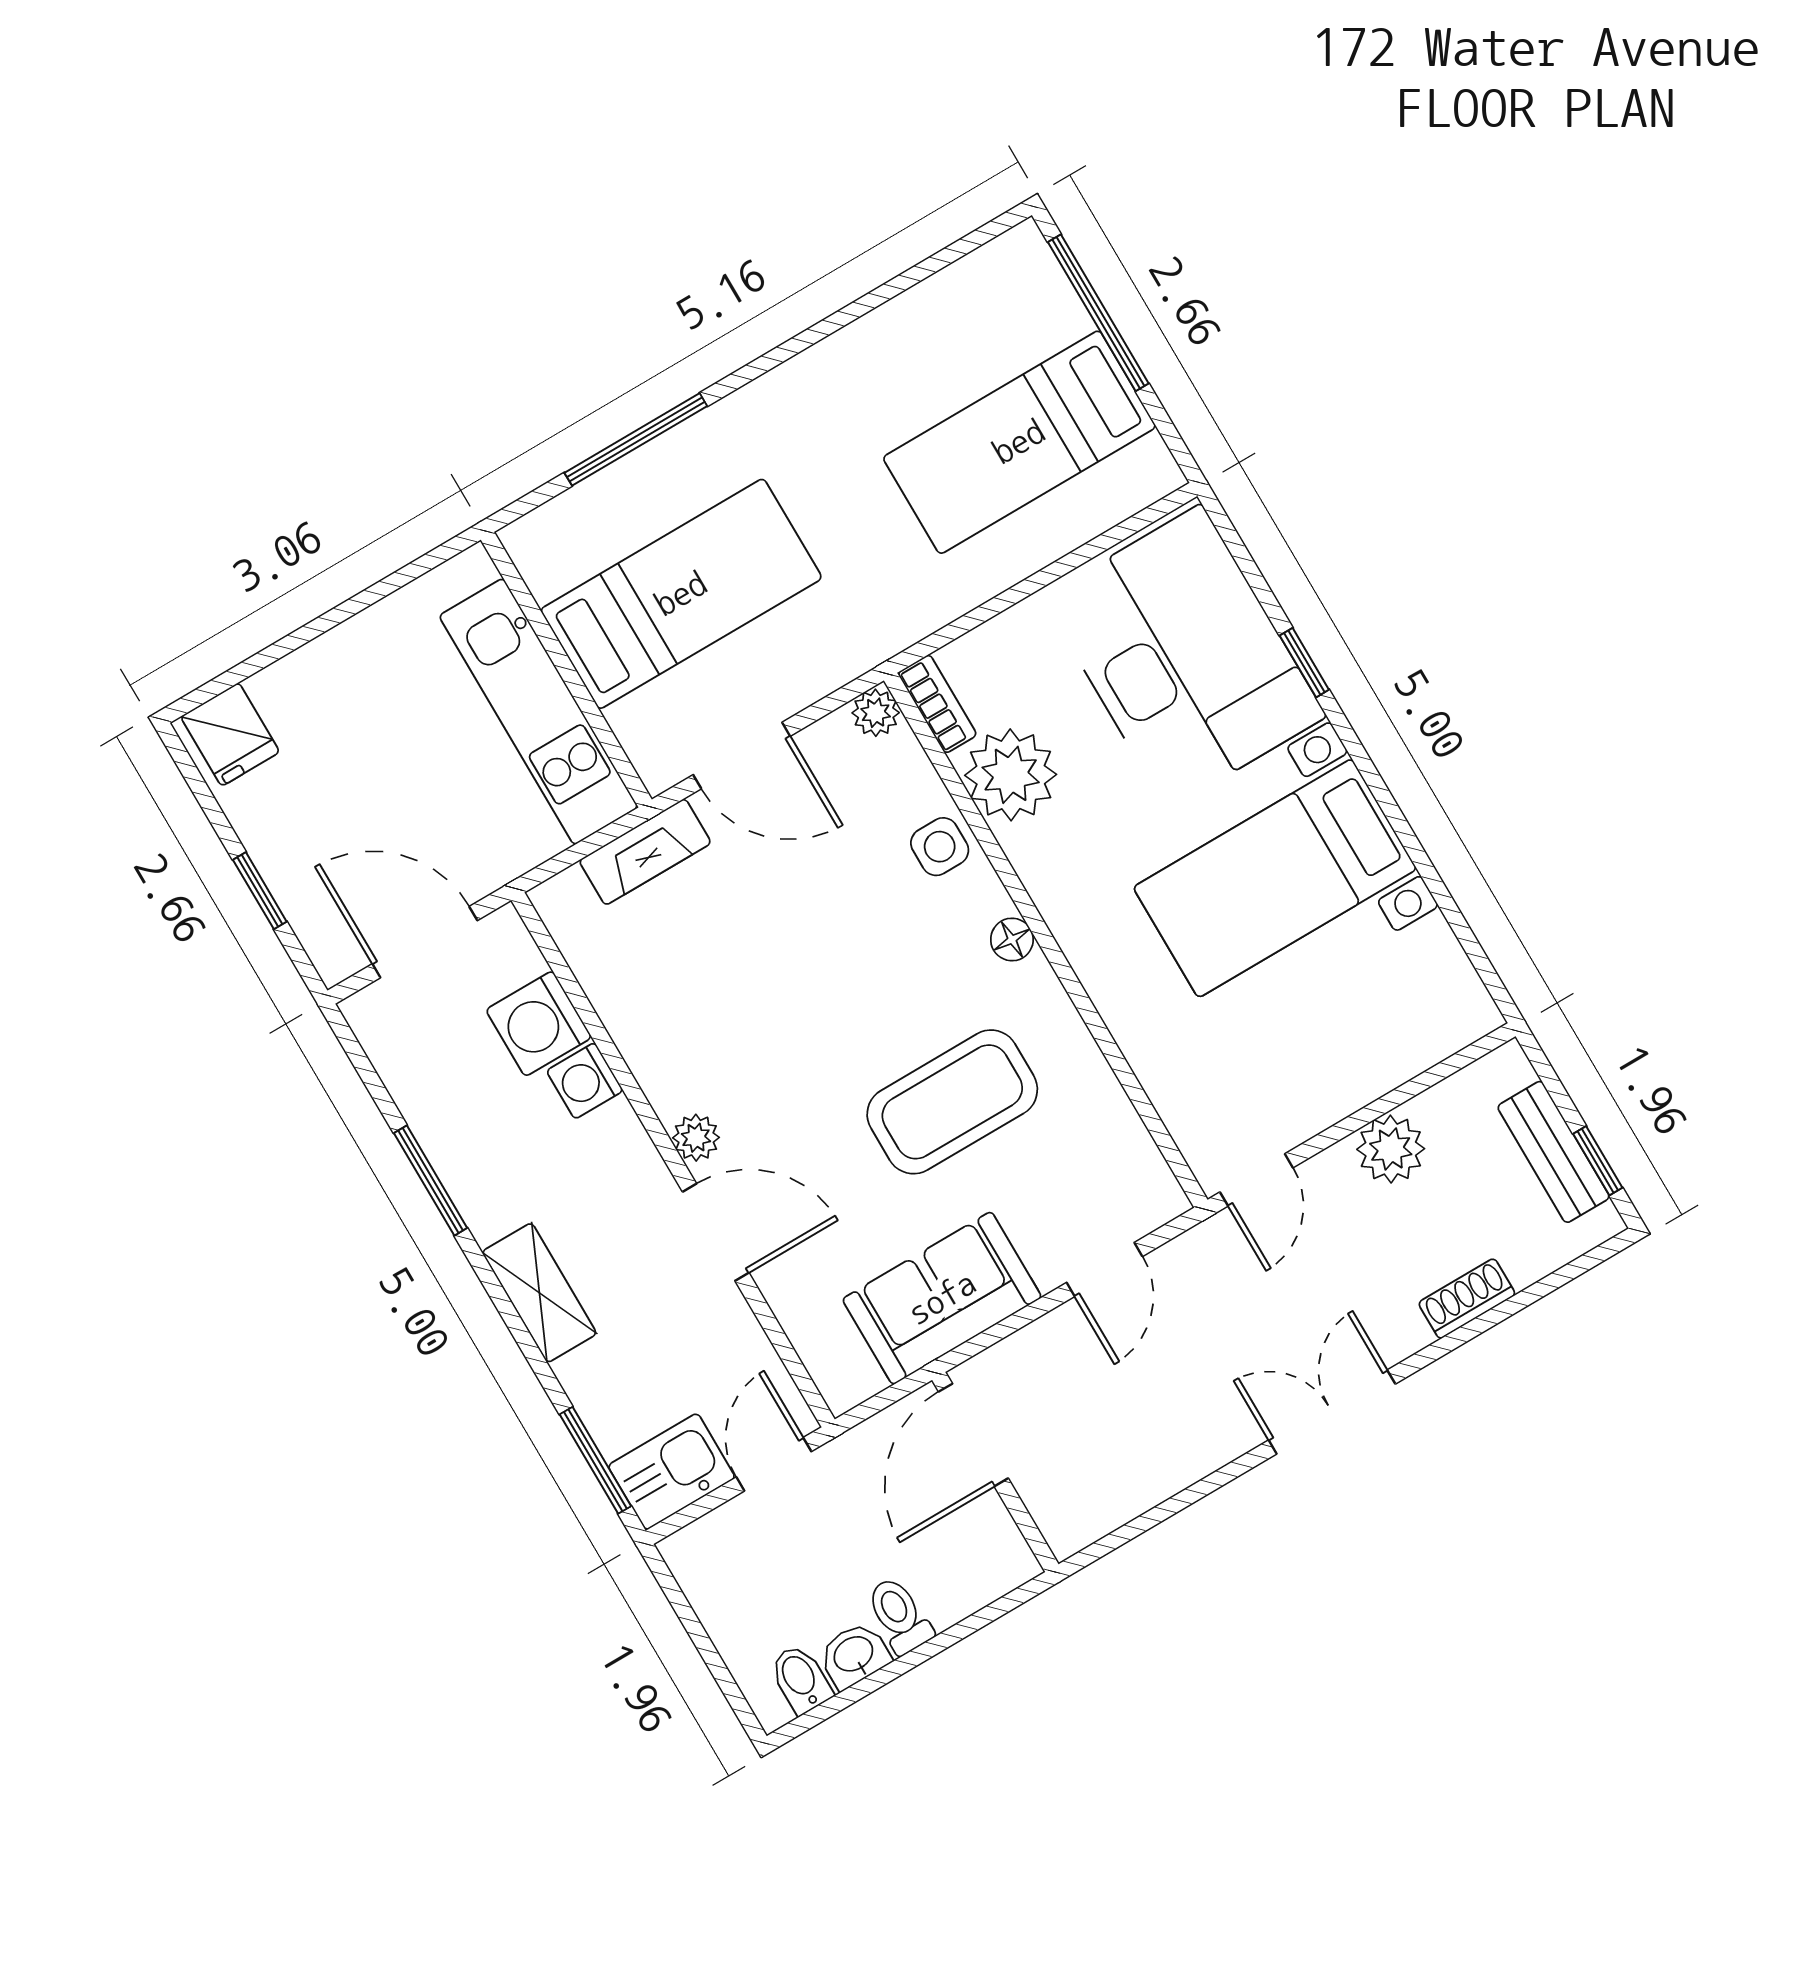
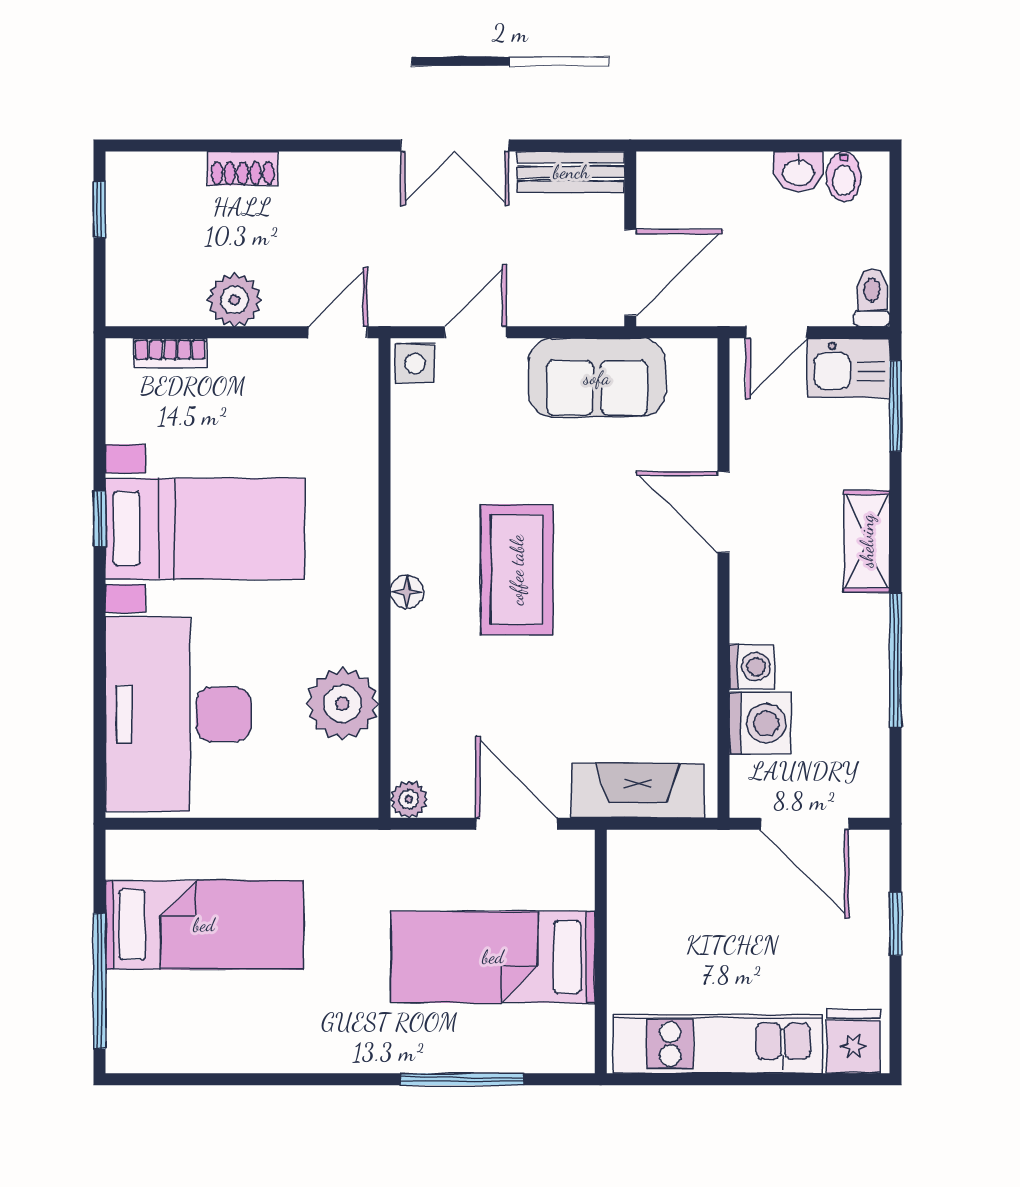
window: (1304, 663) -> (99, 518), moved
bookcase: (937, 704) -> (170, 353), moved, turned -90
kitchen unit: (539, 712) -> (718, 1044), moved, turned -90
side table: (940, 847) -> (415, 363), moved
fireplace: (645, 852) -> (638, 791), width x1.37, depth x1.32
coffee table: (952, 1102) -> (517, 570), moved, turned 90
plant: (696, 1138) -> (699, 584), removed
bench: (1554, 1152) -> (571, 172), moved, turned 90
window: (431, 1180) -> (896, 660), width x1.44
double door: (1332, 1412) -> (455, 146), moved
toilet: (899, 1615) -> (872, 298), moved, turned 180

